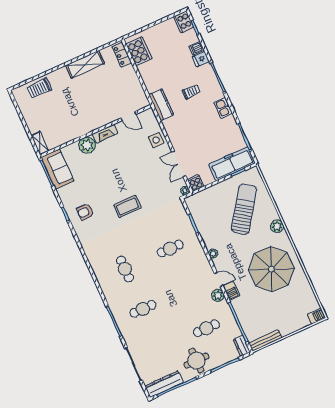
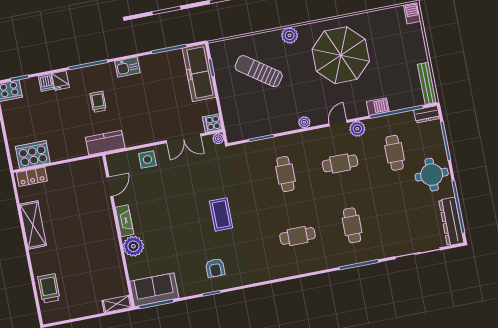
trolley: (39, 88) -> (49, 288), turned 180
sun lounger: (244, 209) -> (259, 71), width x0.73, depth x0.75
cafe table: (188, 288) -> (340, 163), added
barbecue: (231, 291) -> (378, 107), moved

